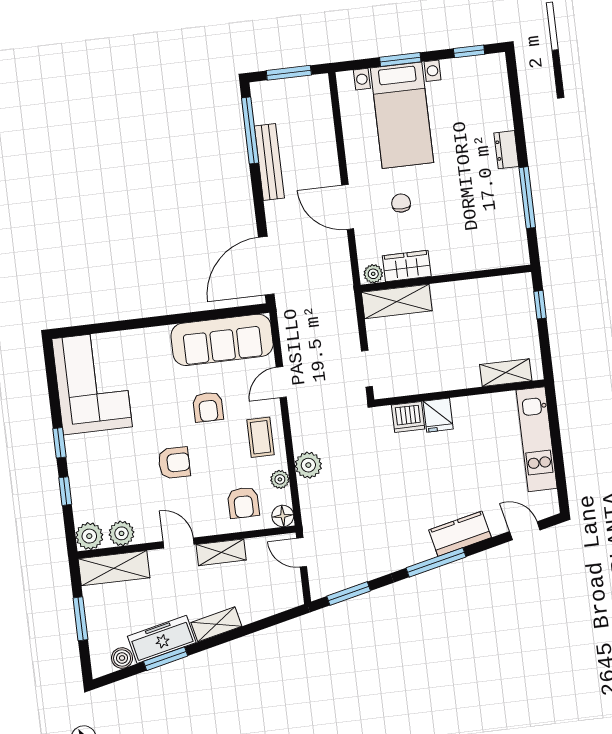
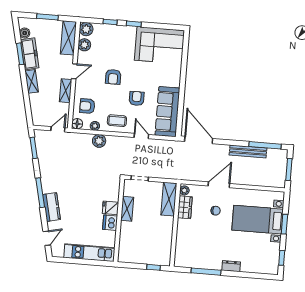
shelving: (506, 373) -> (127, 209), moved
armchair: (208, 407) -> (137, 98), turned 90
dishwasher: (408, 417) -> (110, 223), moved

